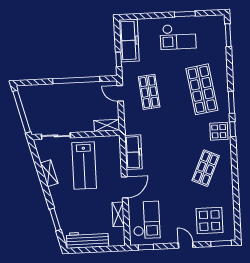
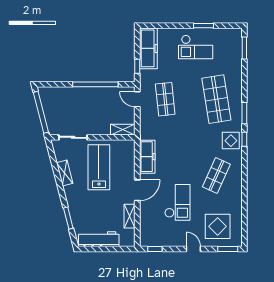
lab bench: (84, 166) -> (99, 167), turned 180
checkout: (146, 220) -> (177, 202), moved

